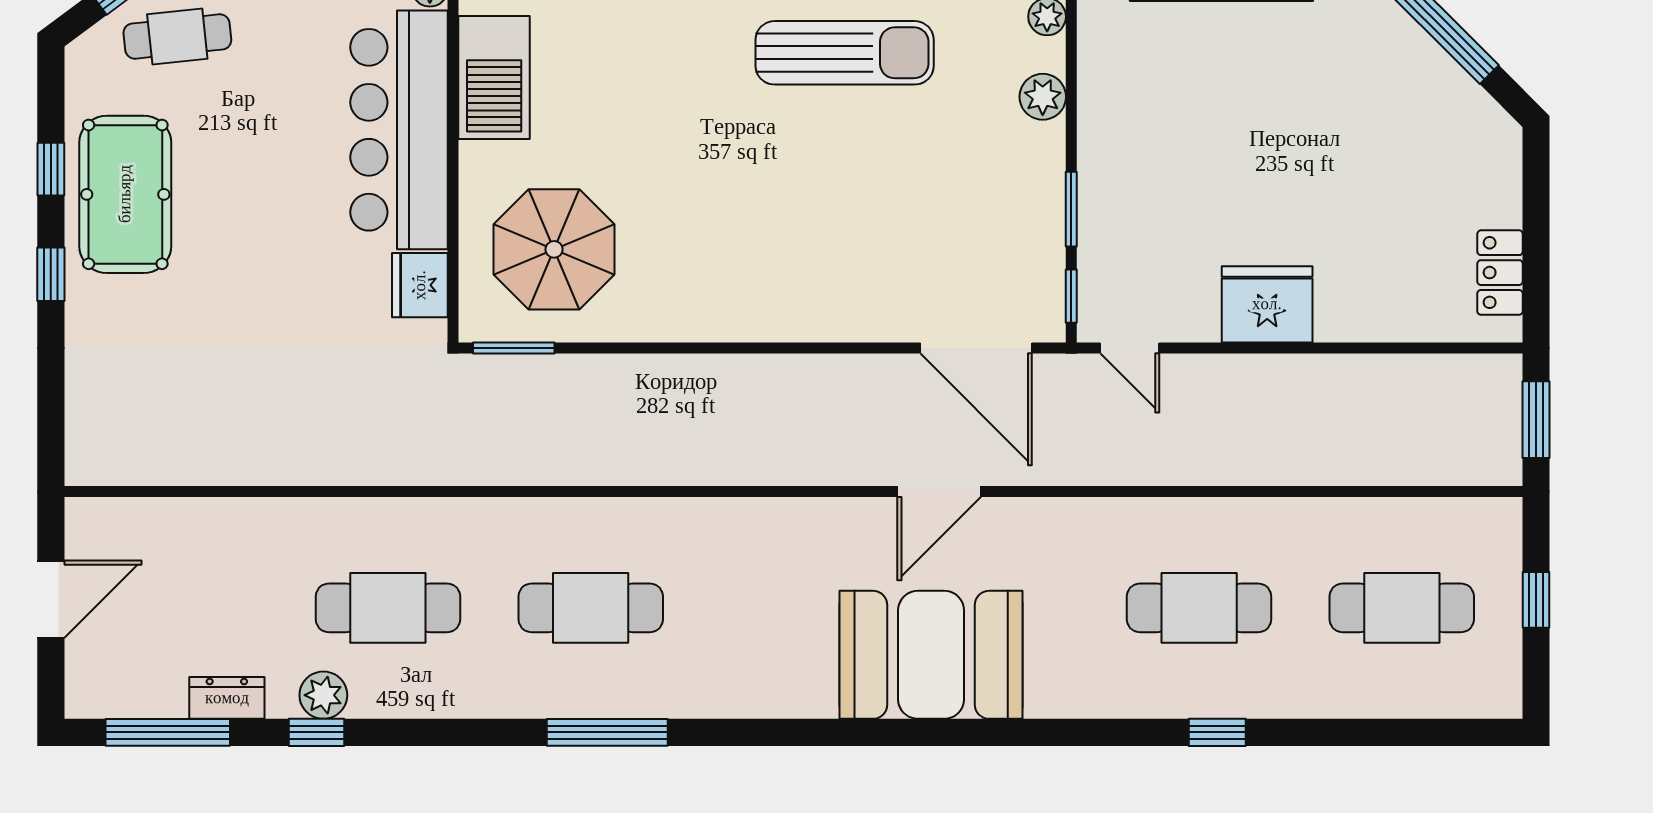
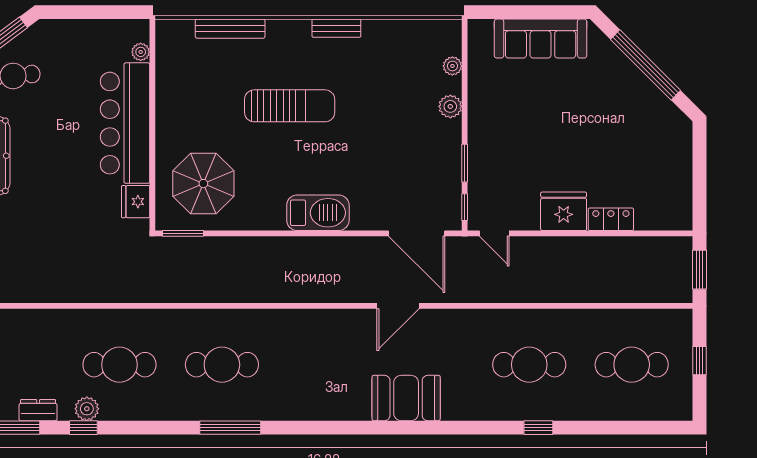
sun lounger: (845, 53) -> (290, 106), moved
barbecue: (494, 77) -> (318, 213), moved, turned -90
locker: (1500, 273) -> (611, 219), moved, turned 90
booth: (931, 655) -> (406, 398), width x0.73, depth x0.70

